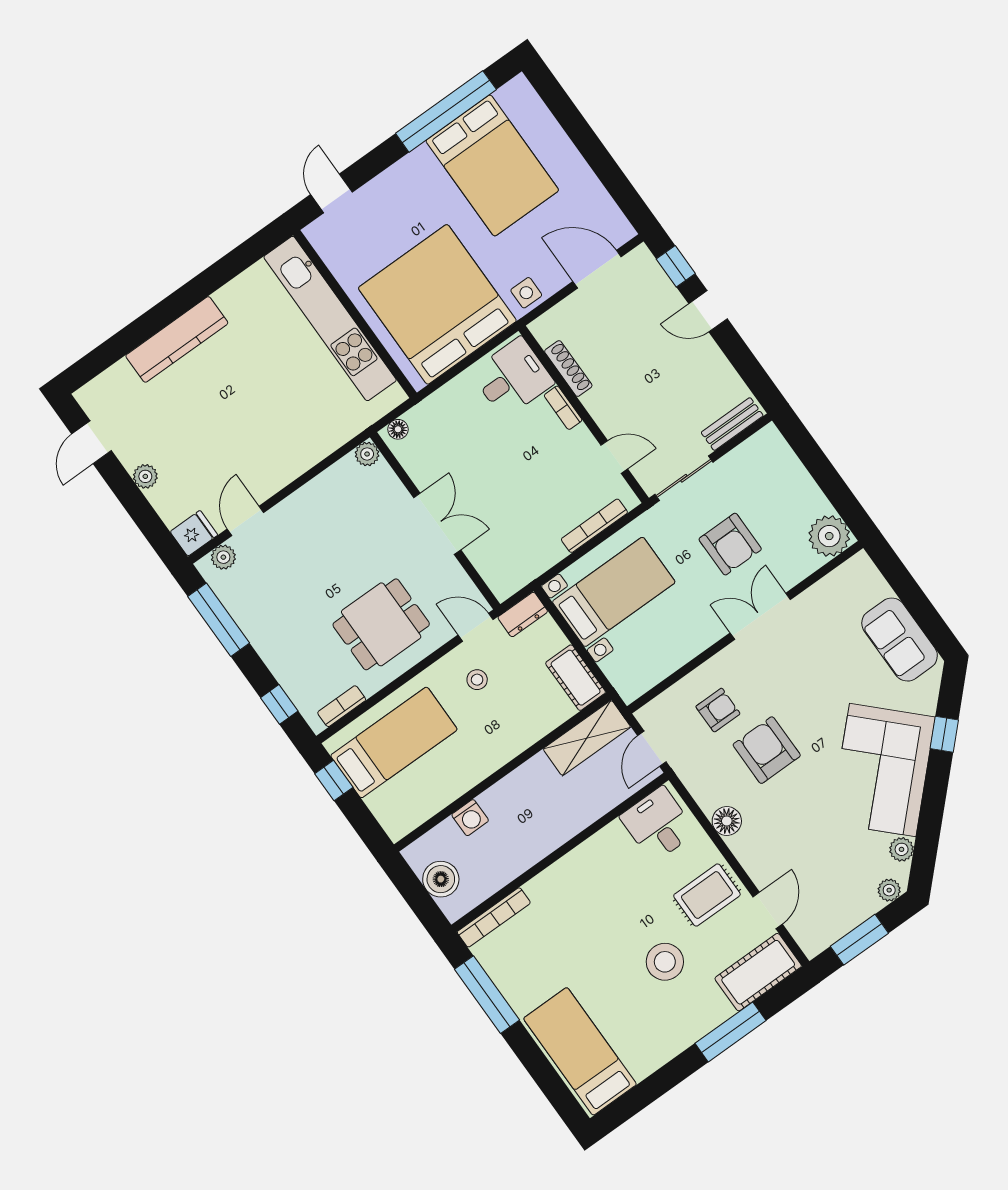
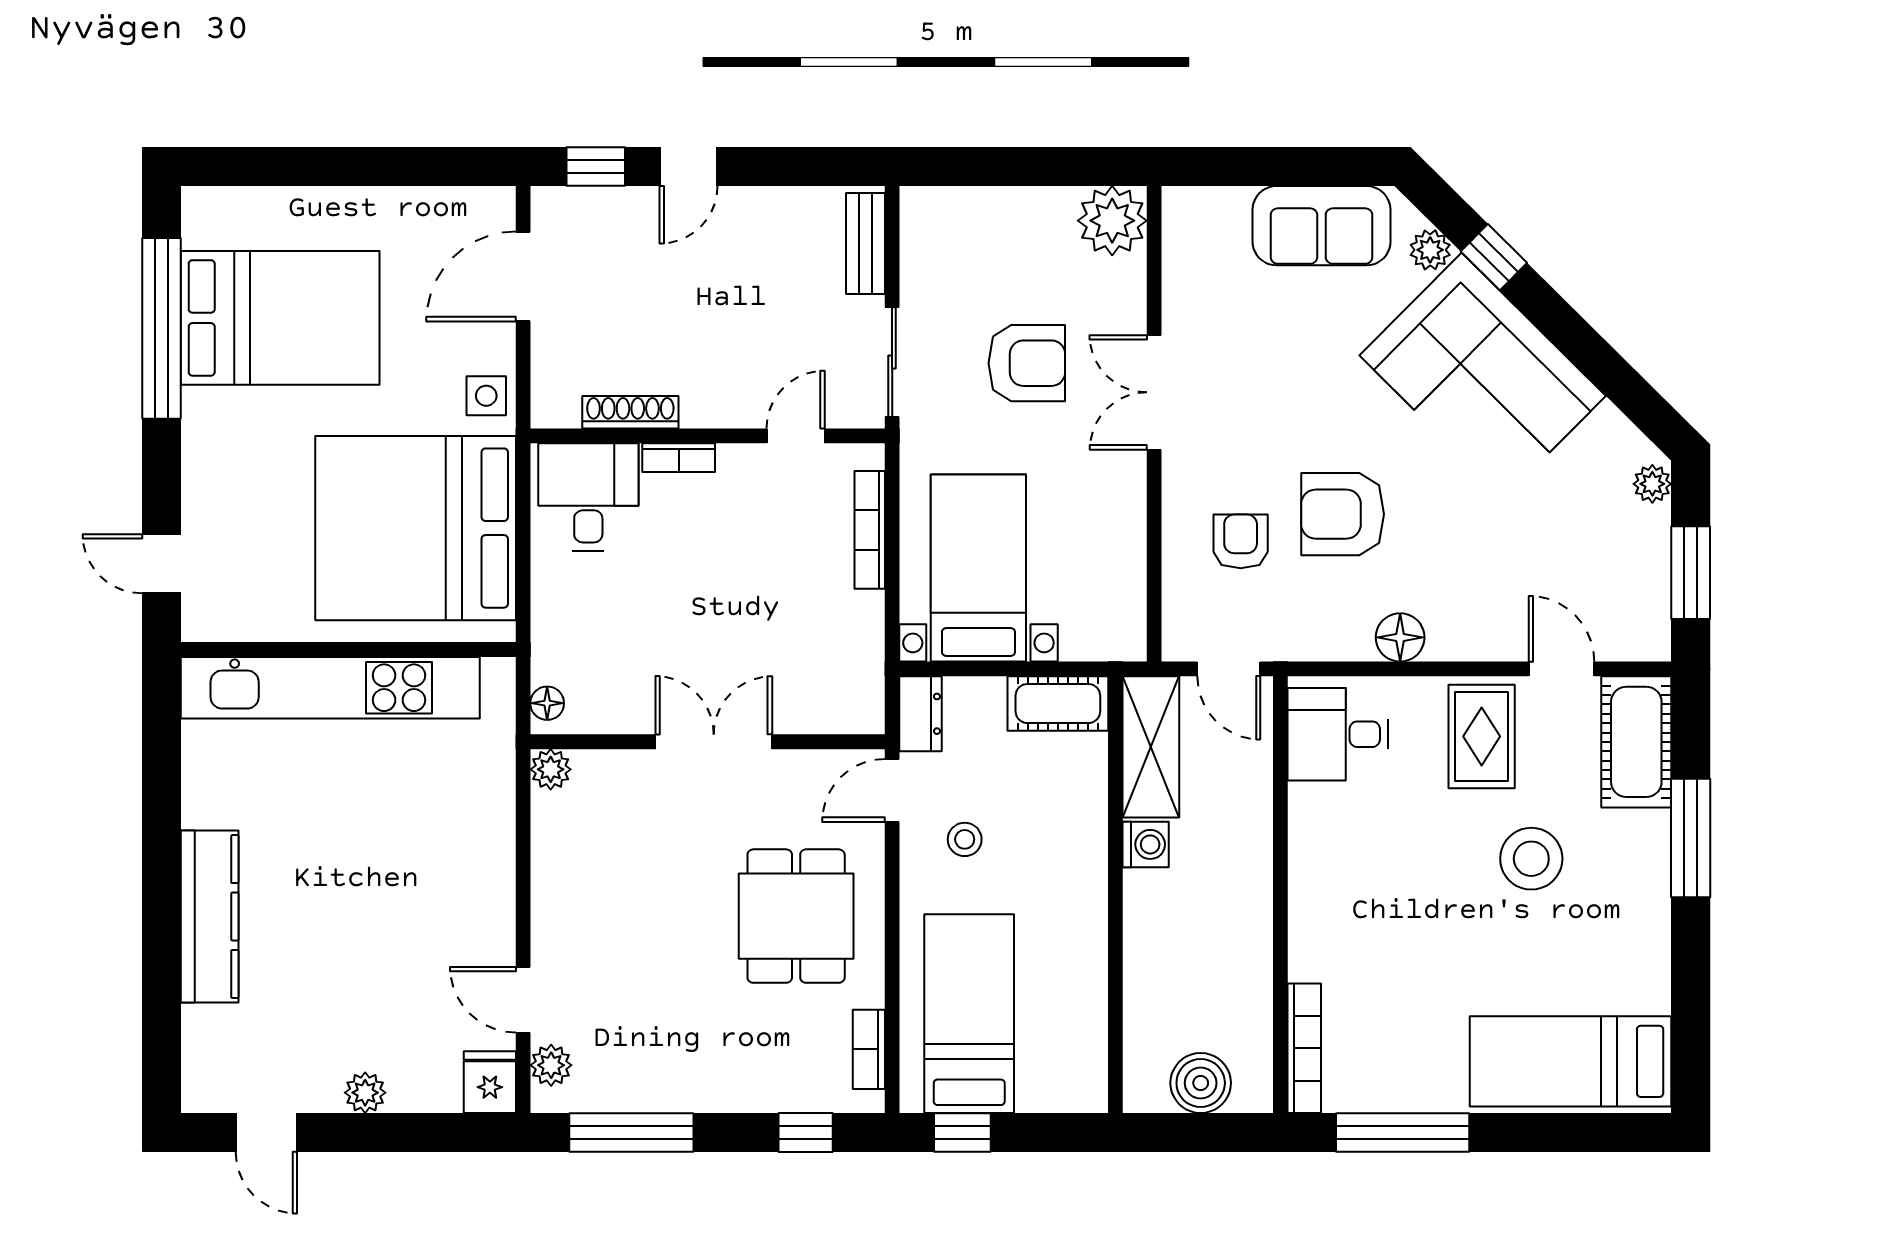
washing machine: (470, 818) -> (1146, 844), moved
plant: (902, 849) -> (1430, 250), moved

